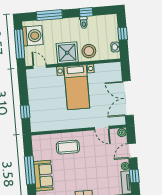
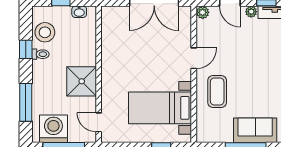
stool: (89, 51) -> (45, 32), moved
door: (40, 67) -> (99, 122), hinge flipped
bed with nightstands: (77, 87) -> (160, 108), moved, turned 180
door: (102, 128) -> (194, 58), moved

